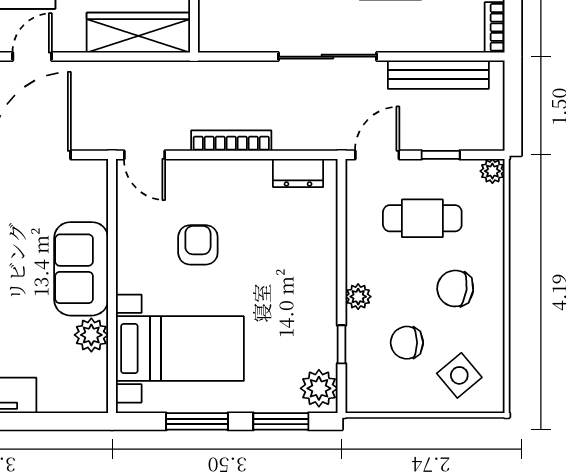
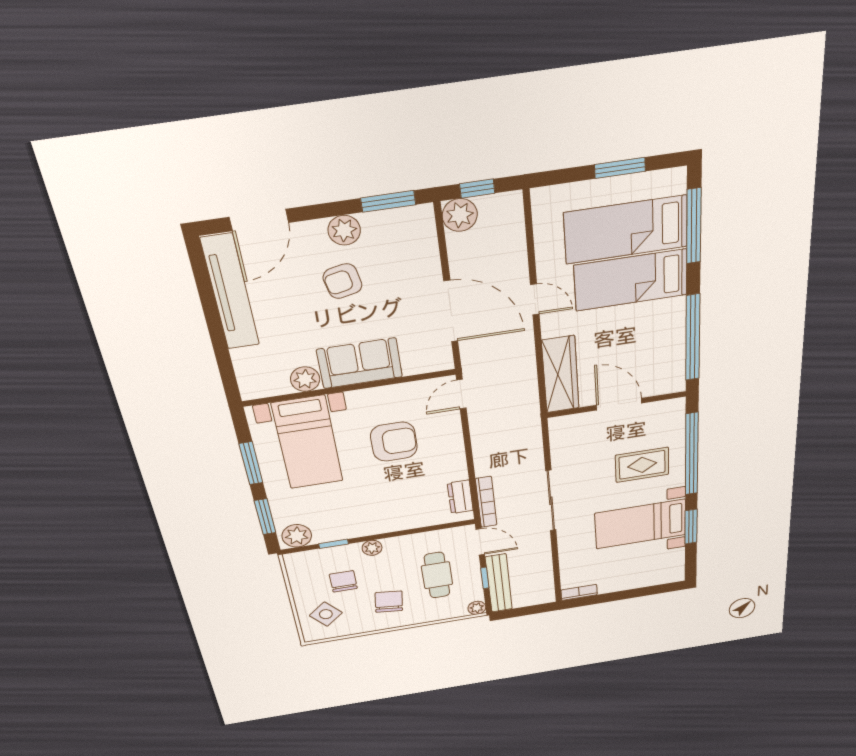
bench: (438, 75) -> (499, 583), moved
bookcase: (231, 141) -> (486, 502), moved
armchair: (198, 245) -> (394, 442), width x1.38, depth x1.38

